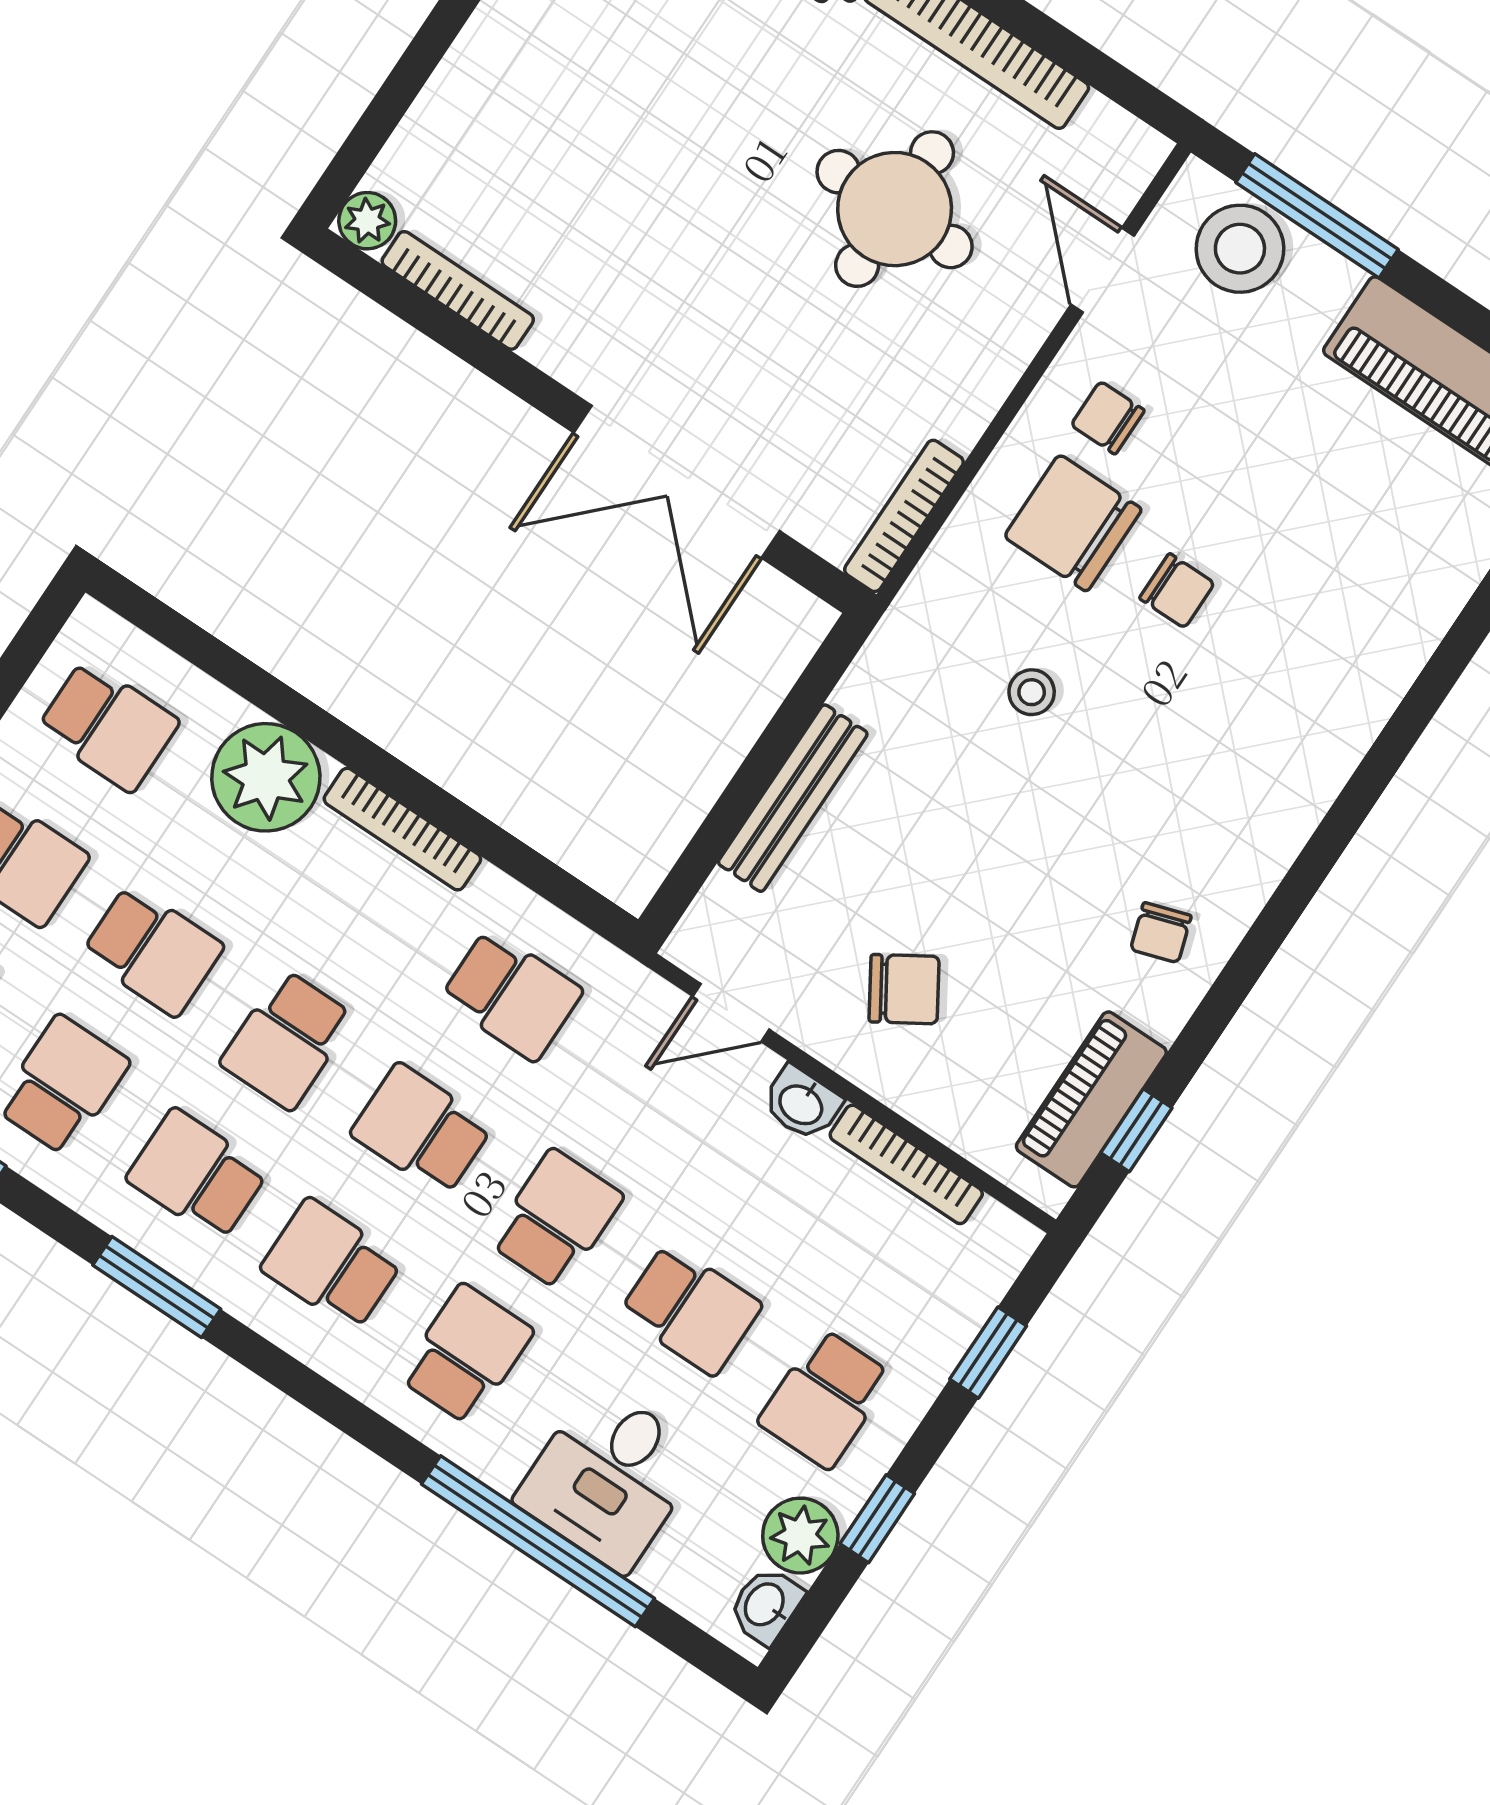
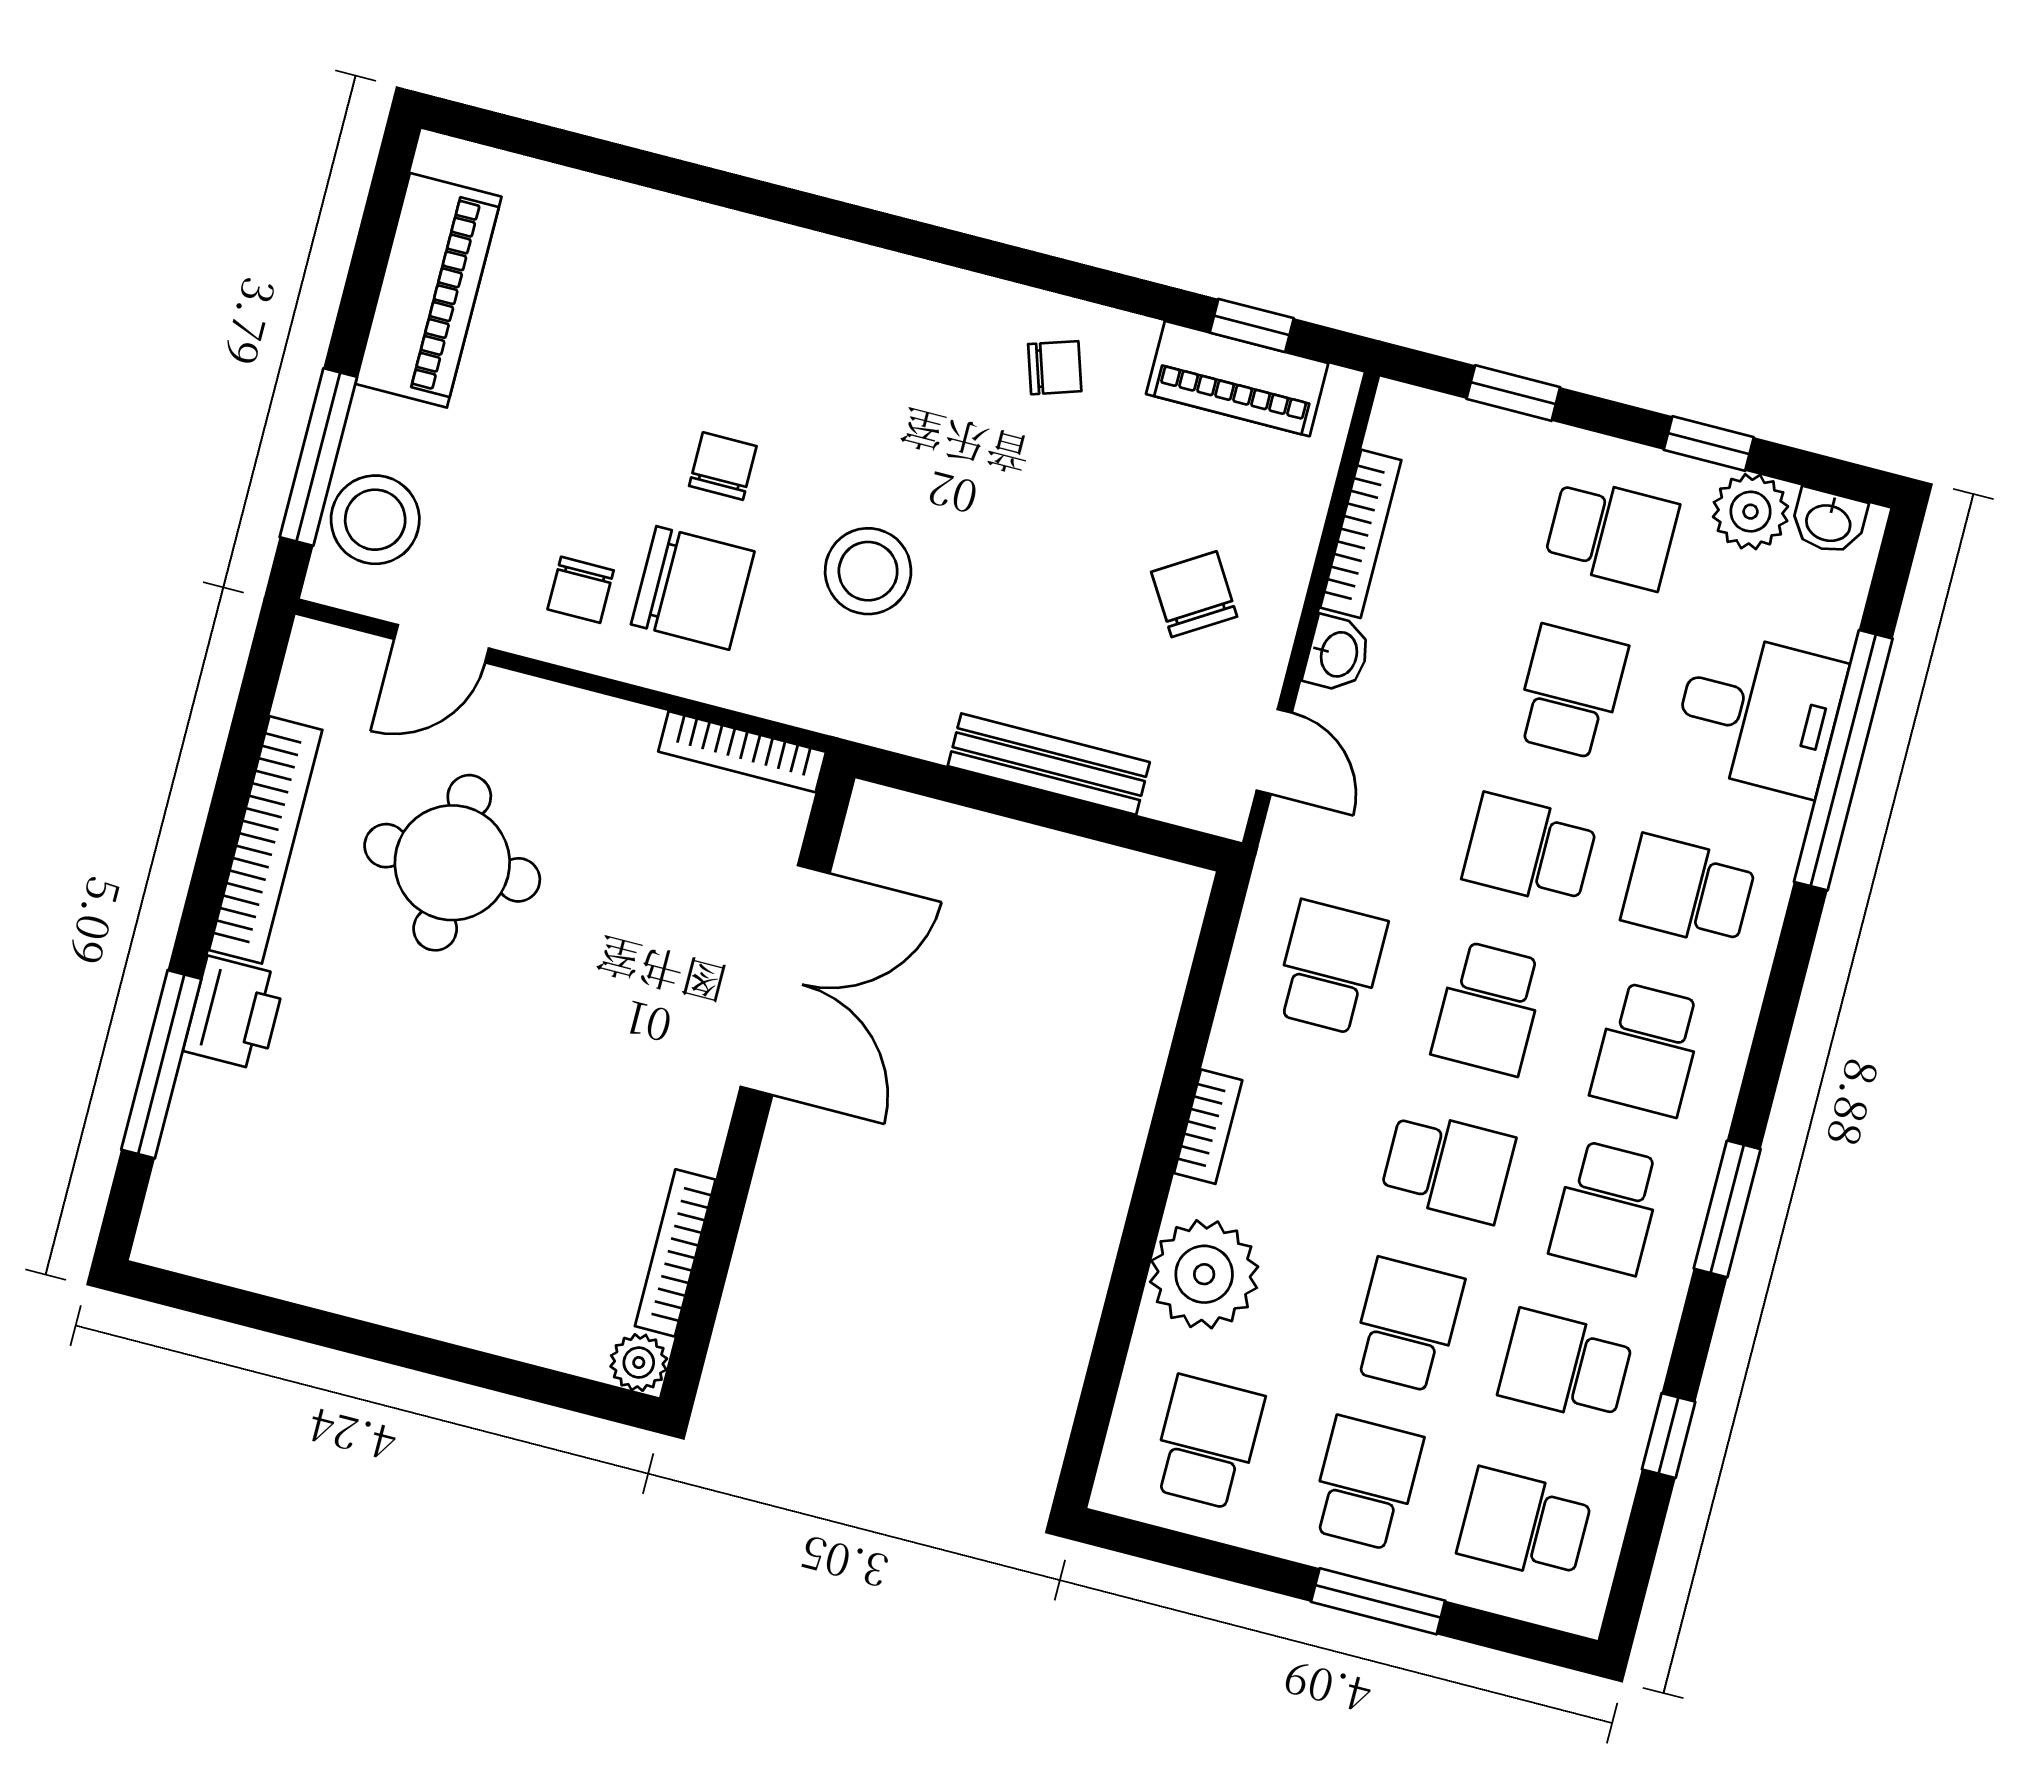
chair: (1073, 523) -> (693, 588), turned -90
stool: (1032, 692) -> (868, 571), width x1.89, depth x1.89
bookcase: (402, 829) -> (1208, 1127), width x0.64

